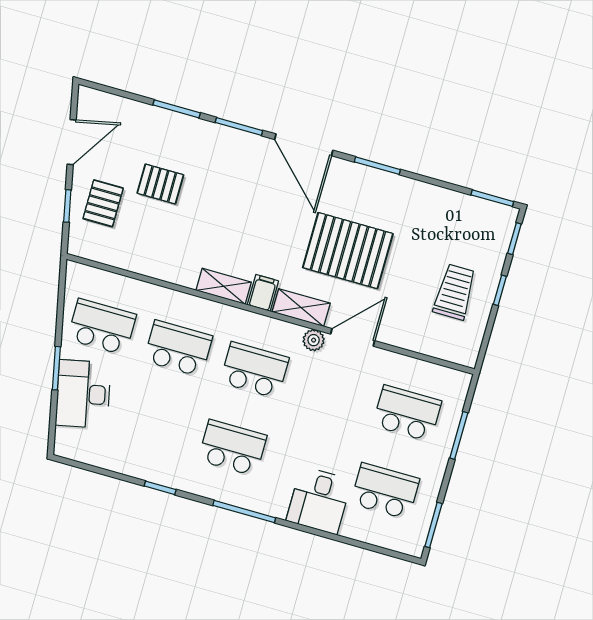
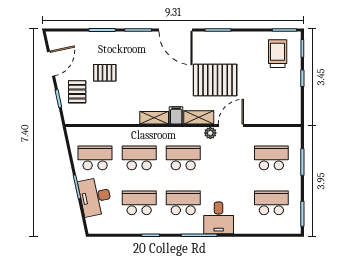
trolley: (455, 292) -> (278, 54), moved
school desk: (156, 426) -> (139, 203), added
desk: (319, 500) -> (219, 218), moved

